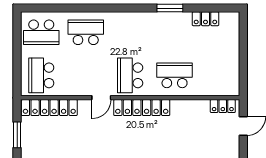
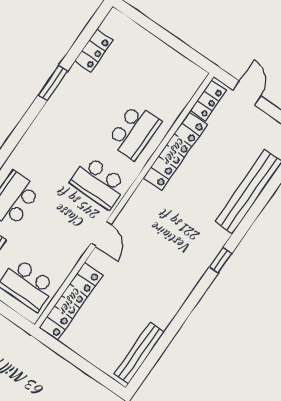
school desk: (175, 75) -> (134, 132), turned 180
locker: (142, 108) -> (175, 151), moved
window: (17, 135) -> (77, 360), removed

